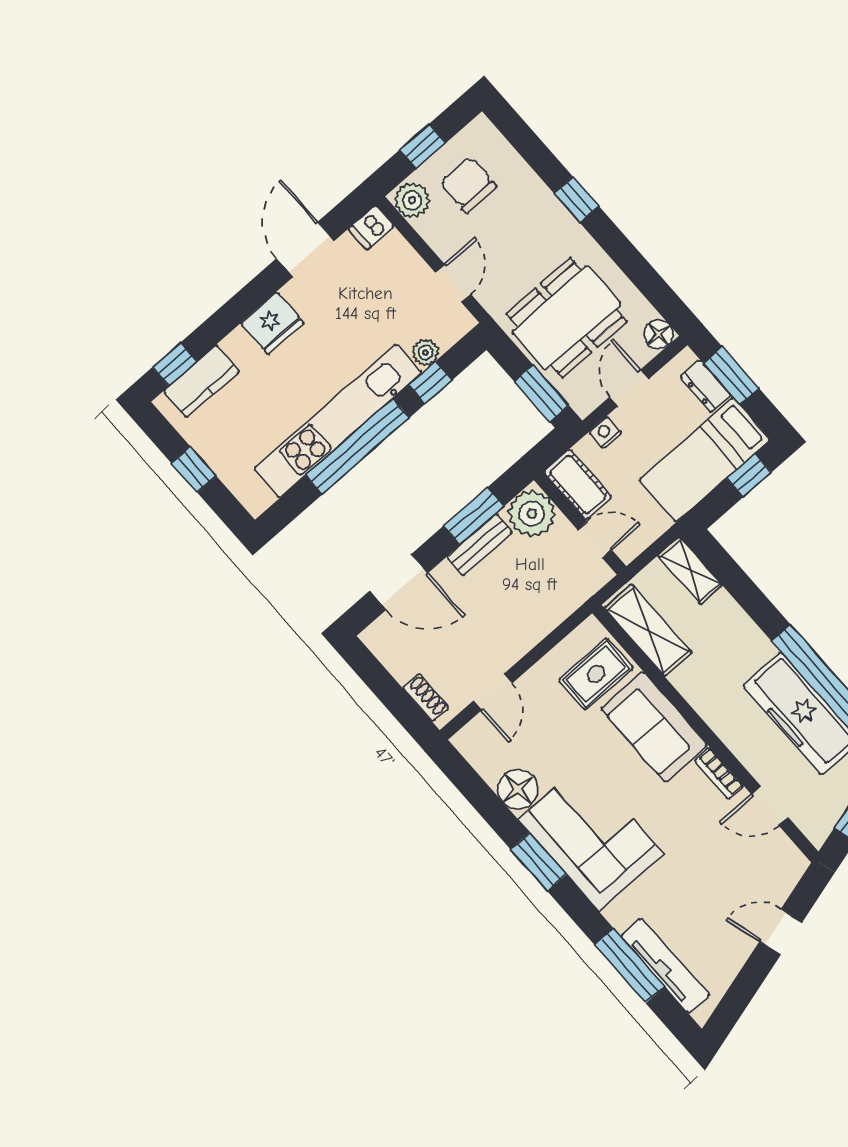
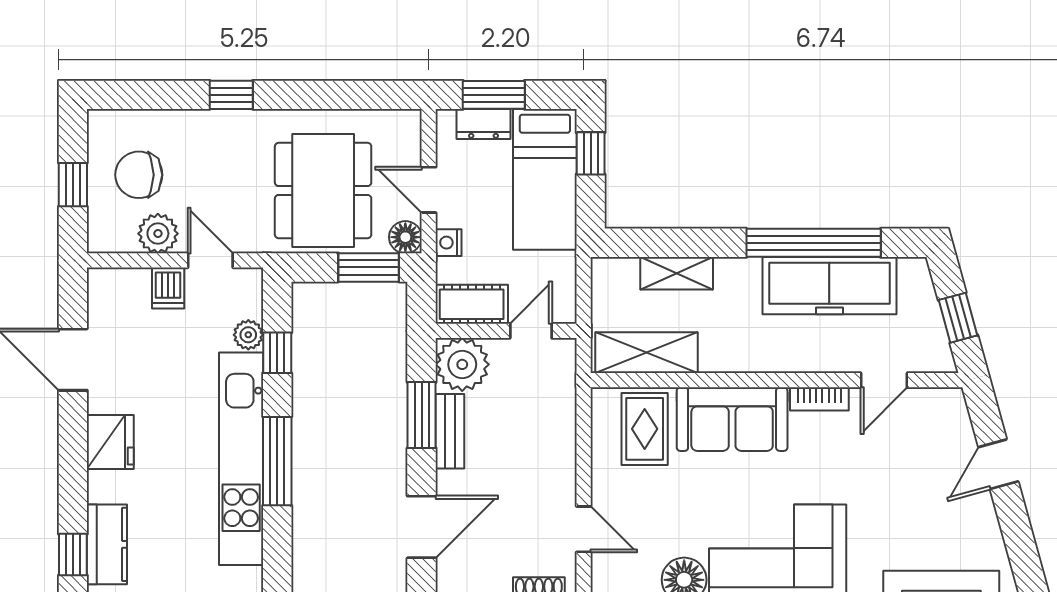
plant: (412, 200) -> (158, 234), moved
dishwasher: (371, 227) -> (168, 288), moved
floor lamp: (659, 334) -> (405, 237), moved
window: (358, 446) -> (277, 461), width x0.68
shelving: (690, 570) -> (677, 273), moved

